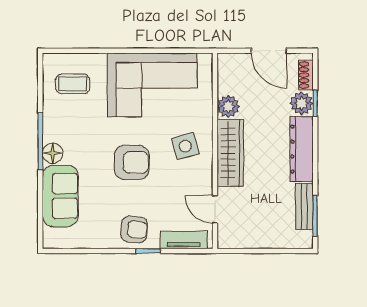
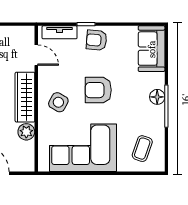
coffee table: (73, 84) -> (142, 149), turned -71
side table: (185, 146) -> (58, 102), turned 45
sofa: (60, 196) -> (152, 49), moved

